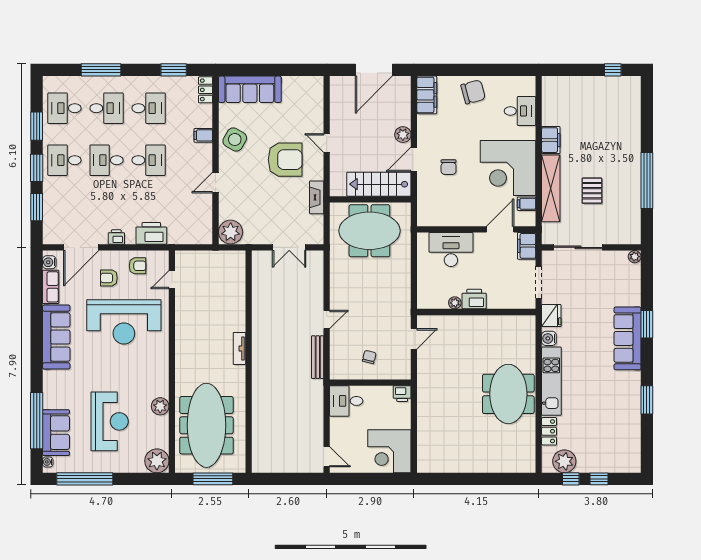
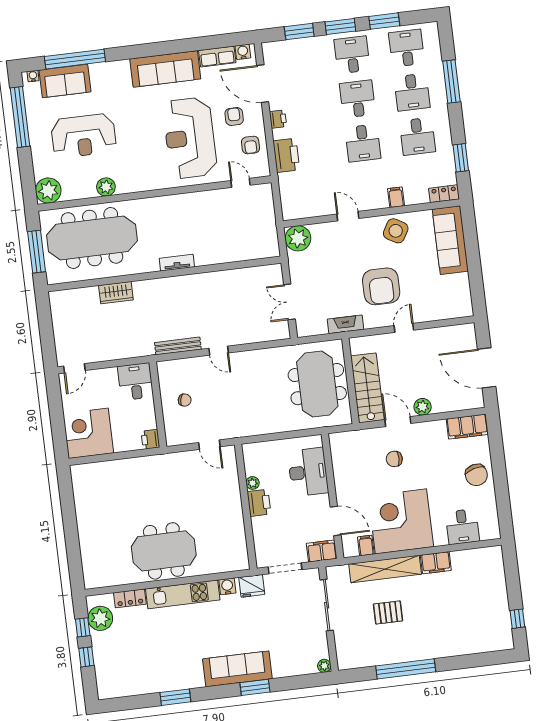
wardrobe: (261, 409) -> (116, 293), added

